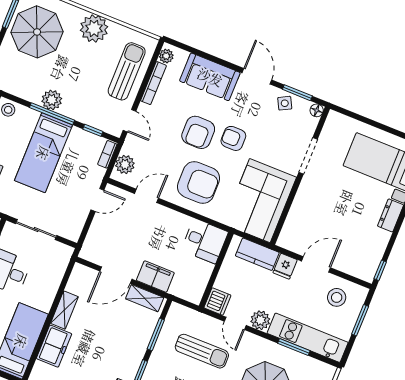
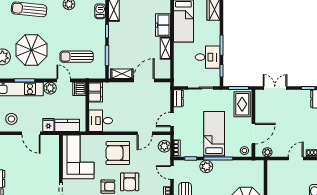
plant: (52, 100) -> (206, 166), moved
armchair: (198, 132) -> (130, 182), turned 180
dresser: (75, 228) -> (178, 98), added
door: (316, 264) -> (31, 133), hinge flipped
filing cabinet: (155, 277) -> (96, 92), moved, turned -90

